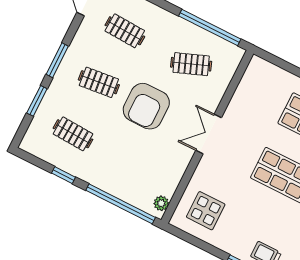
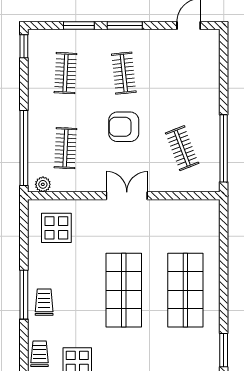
clothes rail: (125, 31) -> (65, 148), moved
armchair: (146, 106) -> (124, 127), width x0.73, depth x0.73
window: (64, 175) -> (24, 46), moved

